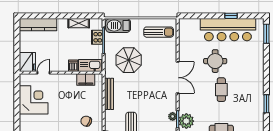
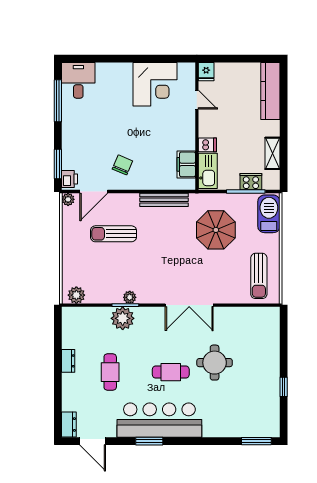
bar counter: (228, 30) -> (159, 420), moved, turned 90
fridge: (27, 62) -> (206, 72), width x0.53, depth x0.75

